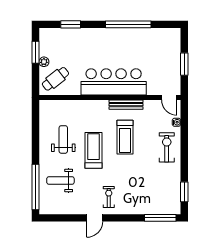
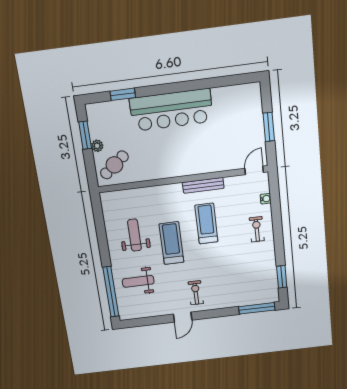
window: (128, 24) -> (194, 85), removed
bar counter: (114, 82) -> (171, 110), moved, turned 180
door: (169, 98) -> (254, 170), swing flipped
treadmill: (125, 137) -> (206, 224), turned 180
exercise bike: (167, 147) -> (257, 229), width x0.73, depth x0.72

